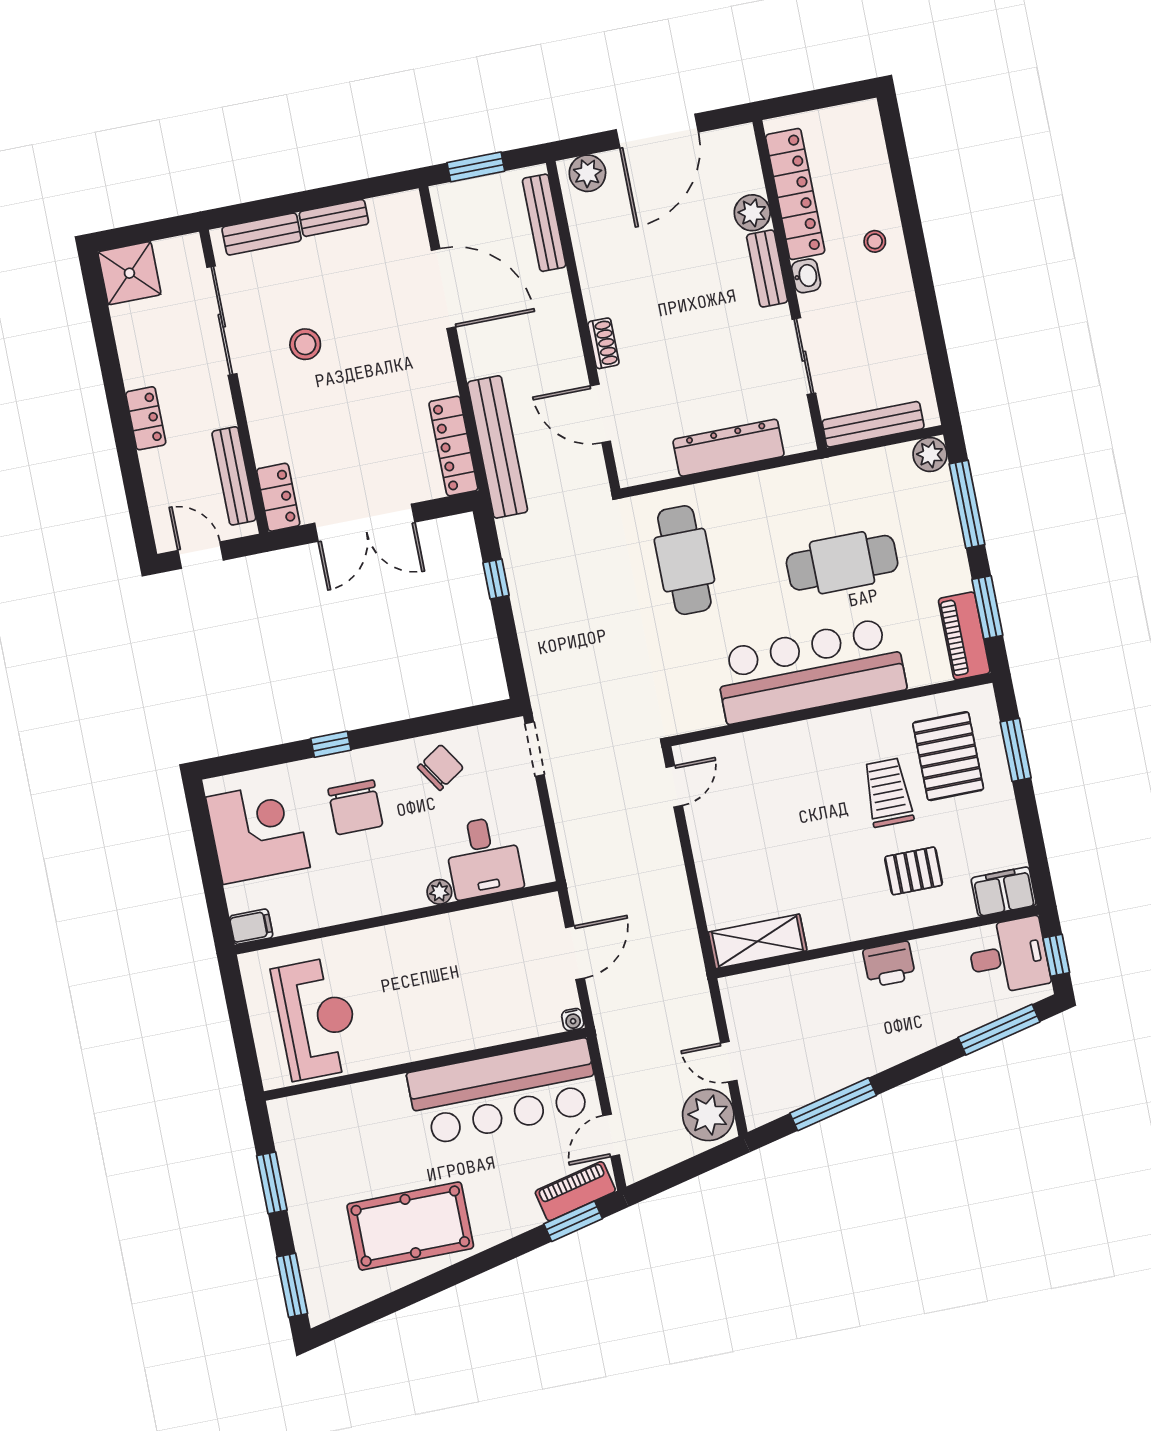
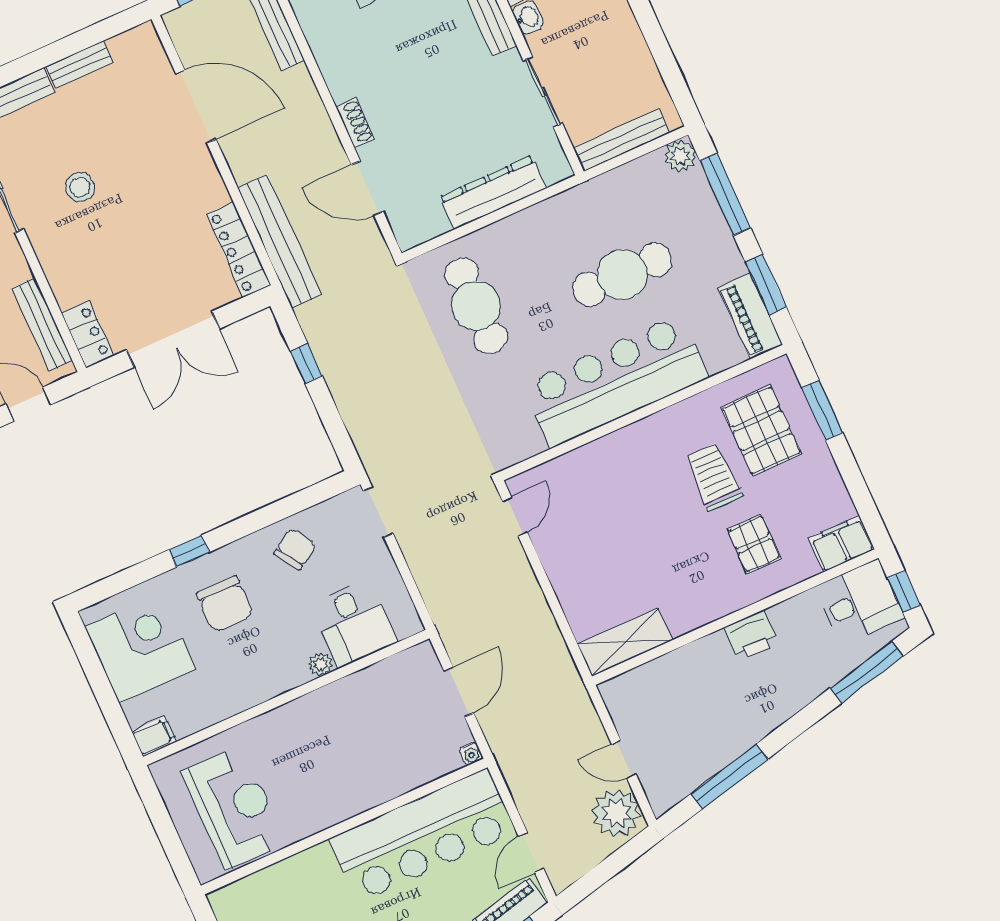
pallet: (914, 871) -> (754, 544), turned 90

